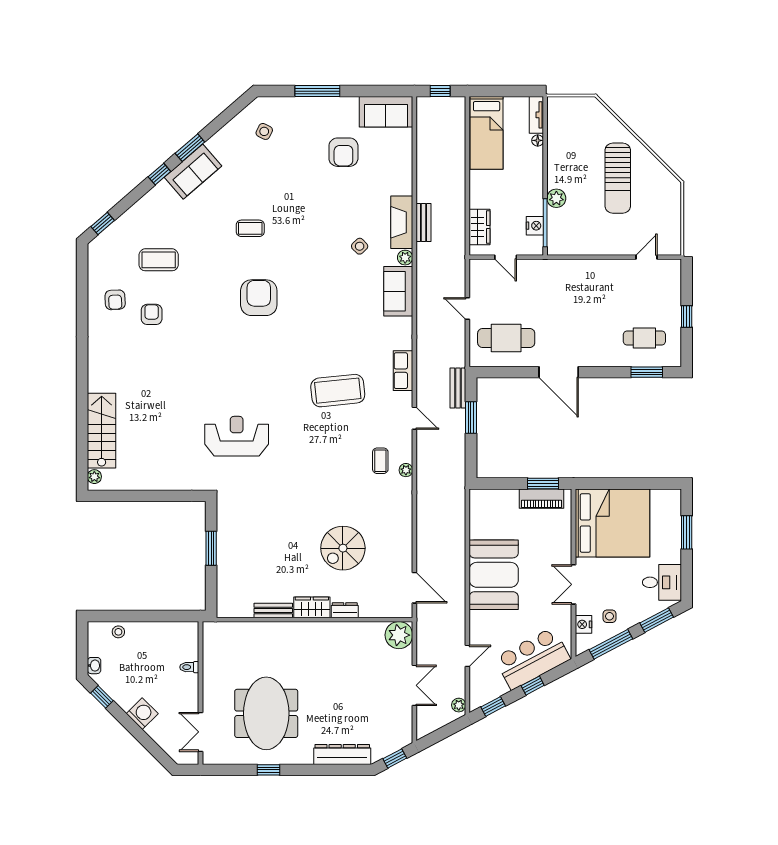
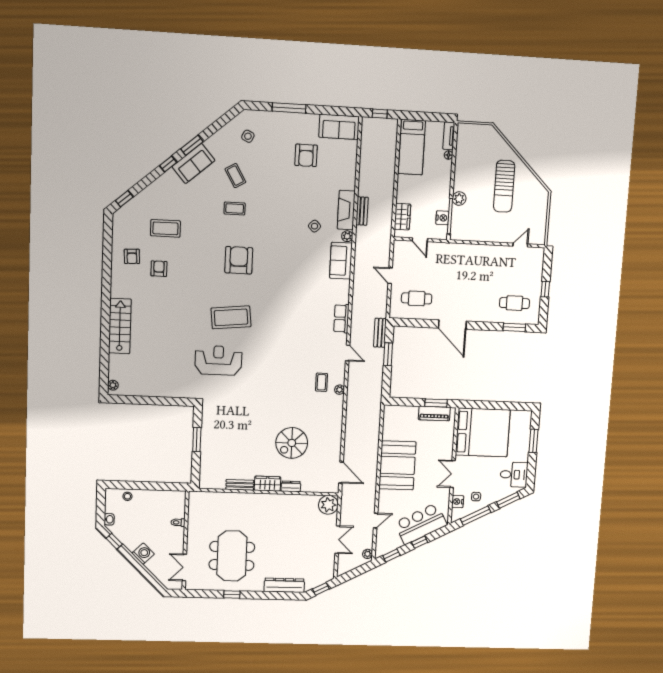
coffee table: (250, 184) -> (235, 176), added
cafe table: (506, 338) -> (417, 298), width x0.73, depth x0.74
coffee table: (338, 391) -> (231, 317), moved
stairs: (102, 431) -> (120, 326), moved

